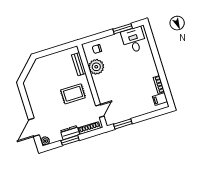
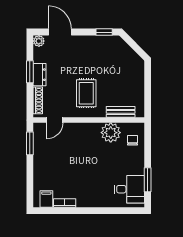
window: (24, 95) -> (104, 32), added
door: (100, 111) -> (55, 120), hinge flipped

